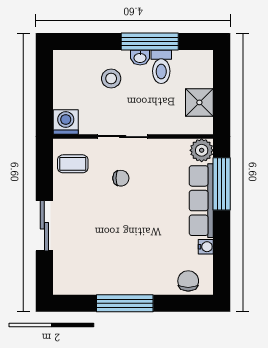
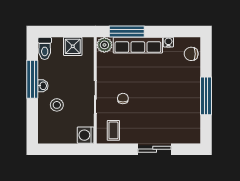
toilet: (161, 67) -> (45, 48), moved, turned 90

